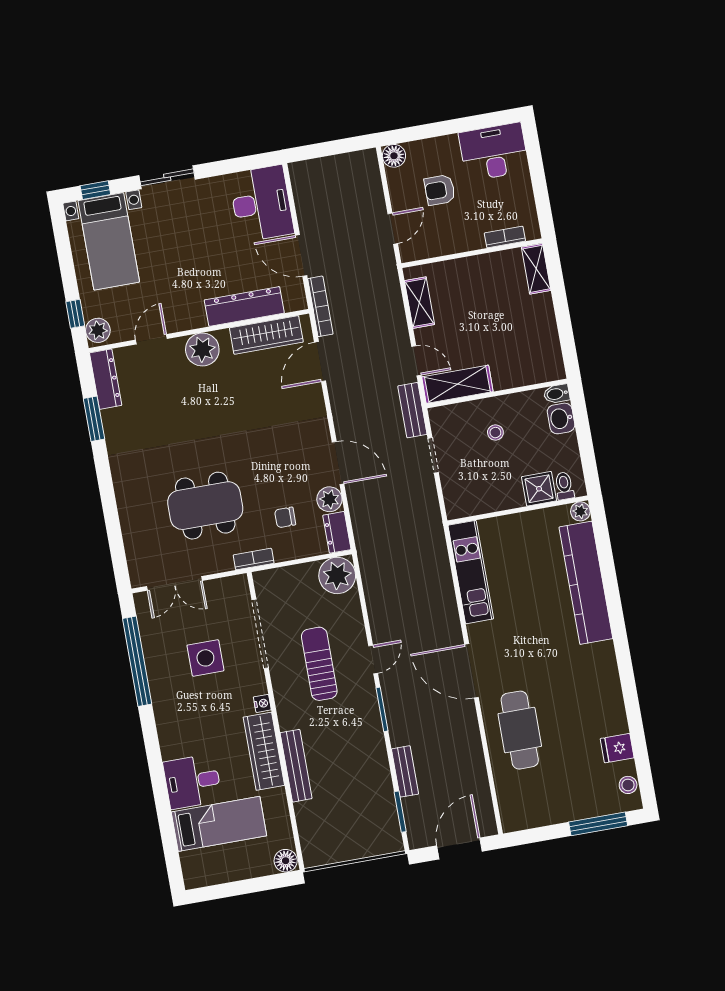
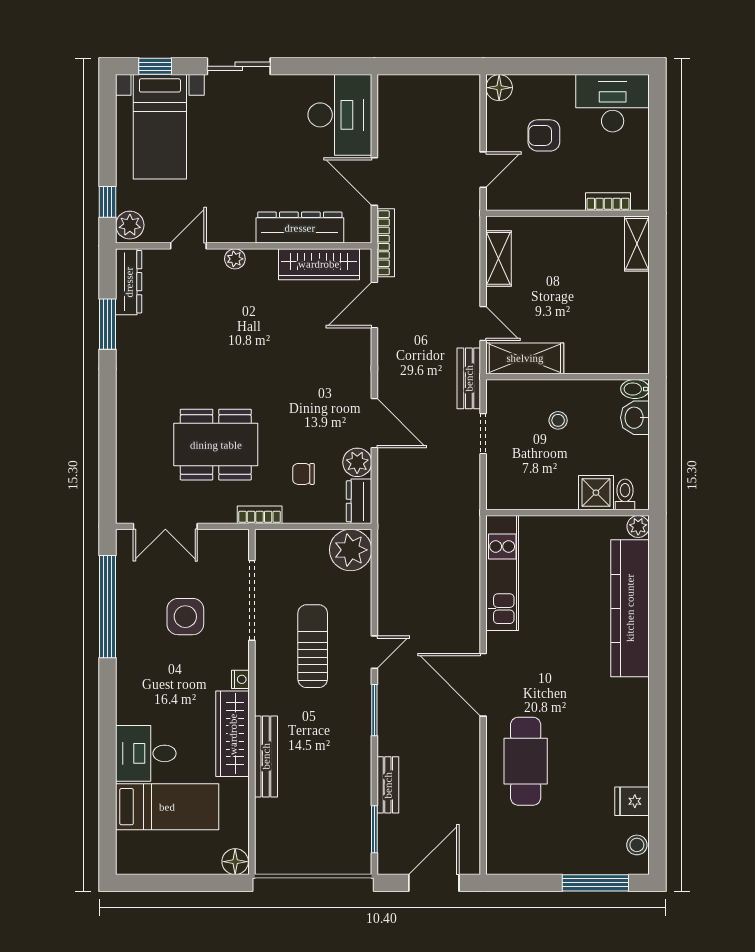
plant: (202, 350) -> (235, 259), width x0.53, depth x0.53

